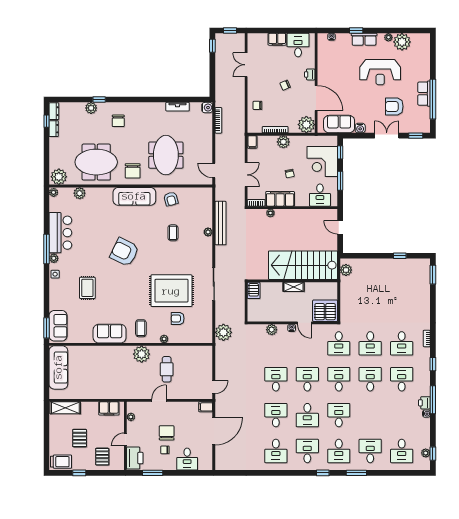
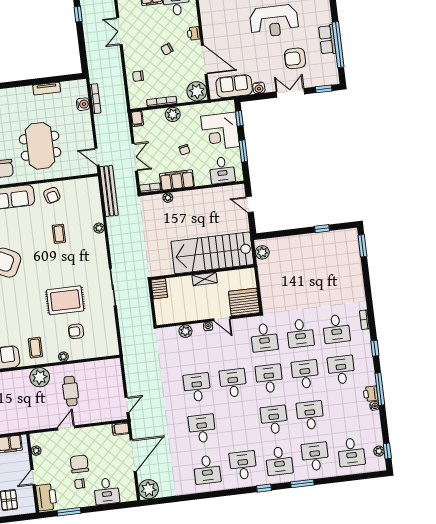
water cooler: (207, 108) -> (83, 104), moved
bench: (221, 223) -> (109, 191), moved
rug: (171, 291) -> (65, 300), width x0.73, depth x0.69
plant: (223, 332) -> (149, 489), moved
desk: (307, 415) -> (310, 415), moved, turned 180

